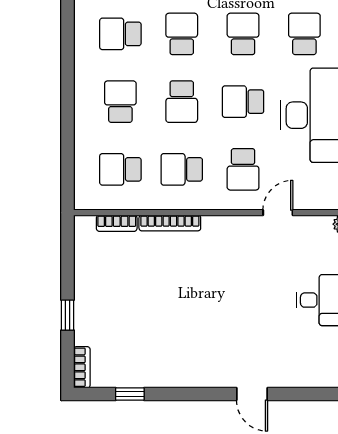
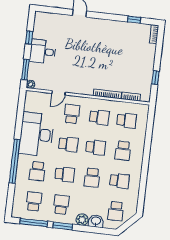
school desk: (243, 34) -> (65, 174), turned -90
school desk: (182, 102) -> (96, 147), turned 90
window: (68, 315) -> (155, 78), moved

